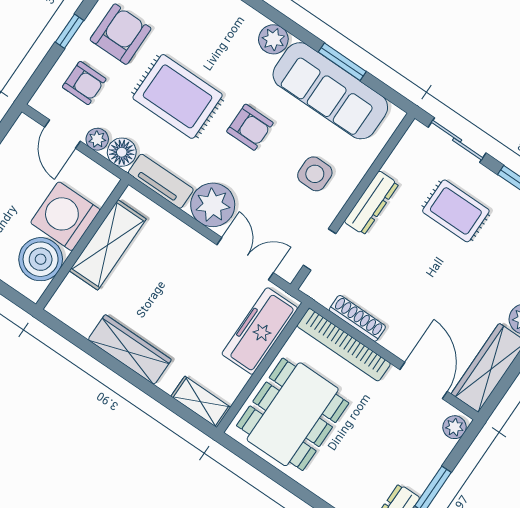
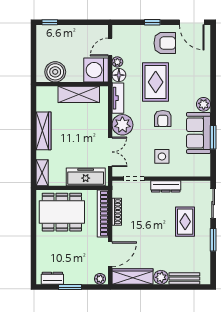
armchair: (84, 83) -> (136, 42), removed
sofa: (330, 91) -> (199, 133), width x0.73
washing machine: (65, 216) -> (96, 70), moved, turned -90

